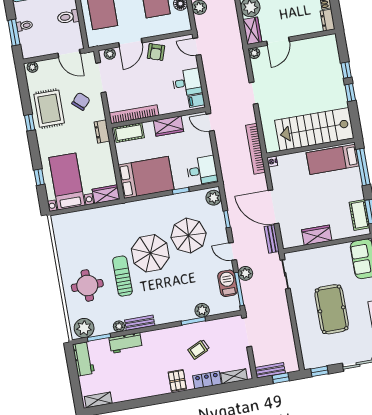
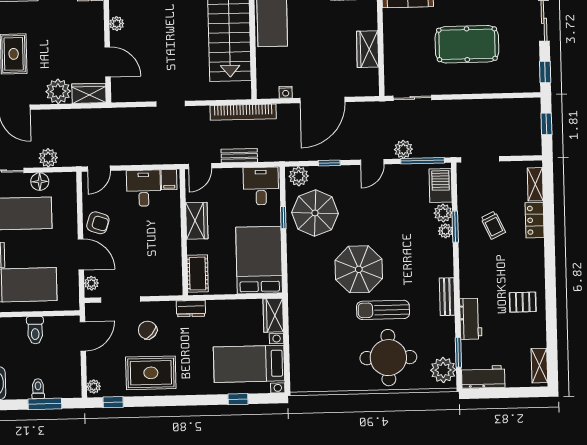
plant: (254, 53) -> (117, 24), moved
bookcase: (134, 114) -> (175, 264), removed
window: (30, 123) -> (113, 402), moved
nightstand: (272, 161) -> (286, 92), moved
parasol: (188, 235) -> (315, 213), moved
bench: (272, 239) -> (239, 156), moved
barbecue: (228, 283) -> (441, 185), moved, turned 90
round table: (87, 285) -> (388, 358), width x1.36, depth x1.36
plant: (119, 326) -> (445, 231), moved
bench: (270, 370) -> (534, 136), removed
pallet: (177, 381) -> (523, 302), moved

